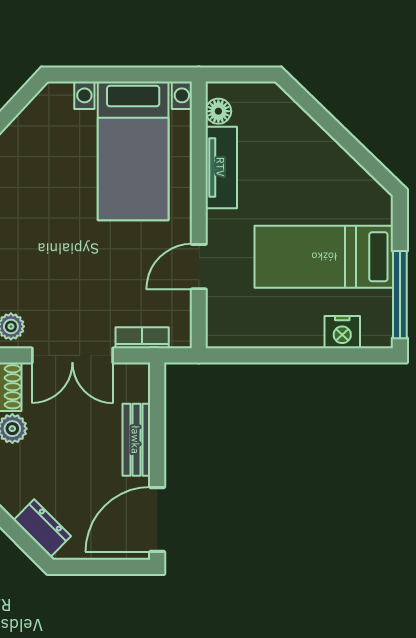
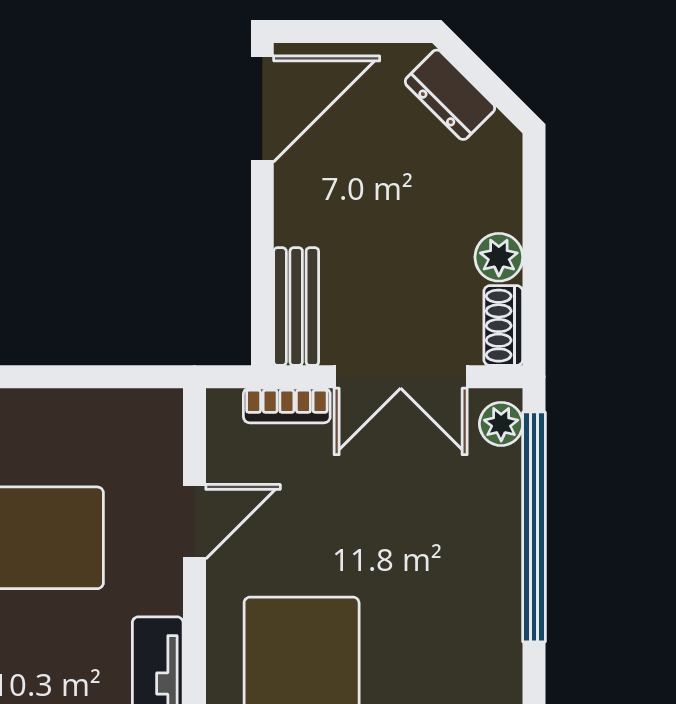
double door: (72, 355) -> (401, 377), swing flipped
bench: (136, 440) -> (296, 307), moved

